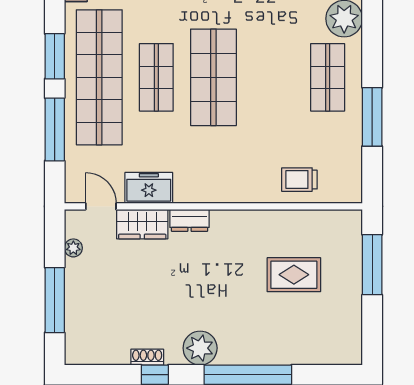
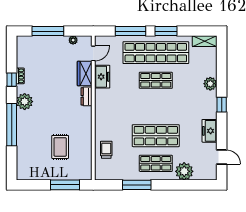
shop shelf: (213, 77) -> (156, 136), moved

